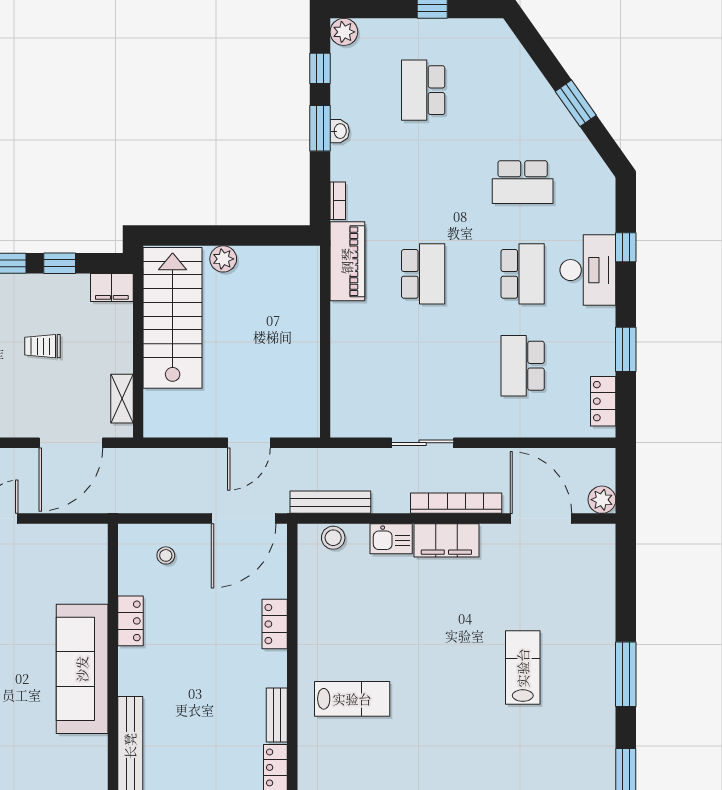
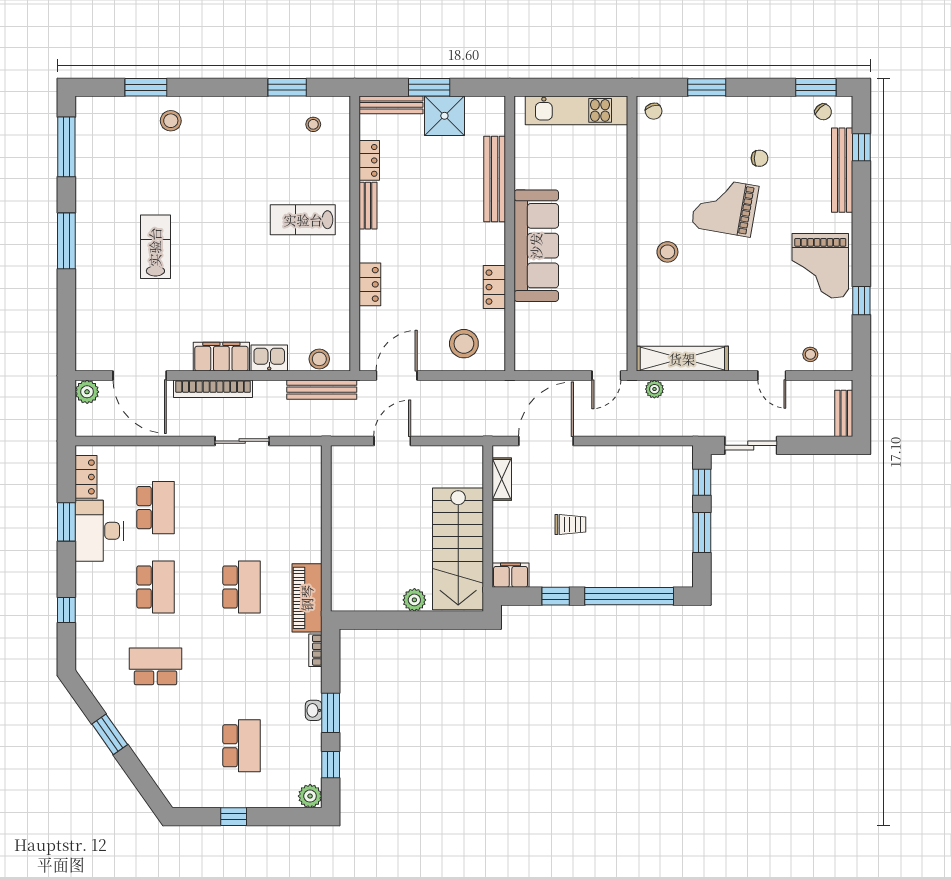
desk: (588, 270) -> (99, 531), moved
school desk: (423, 274) -> (241, 587), turned 180
school desk: (523, 274) -> (156, 587), turned 180
door: (244, 519) -> (397, 376), width x0.73
stool: (166, 555) -> (464, 344), width x1.89, depth x1.89
lab bench: (523, 668) -> (155, 247), turned 180

